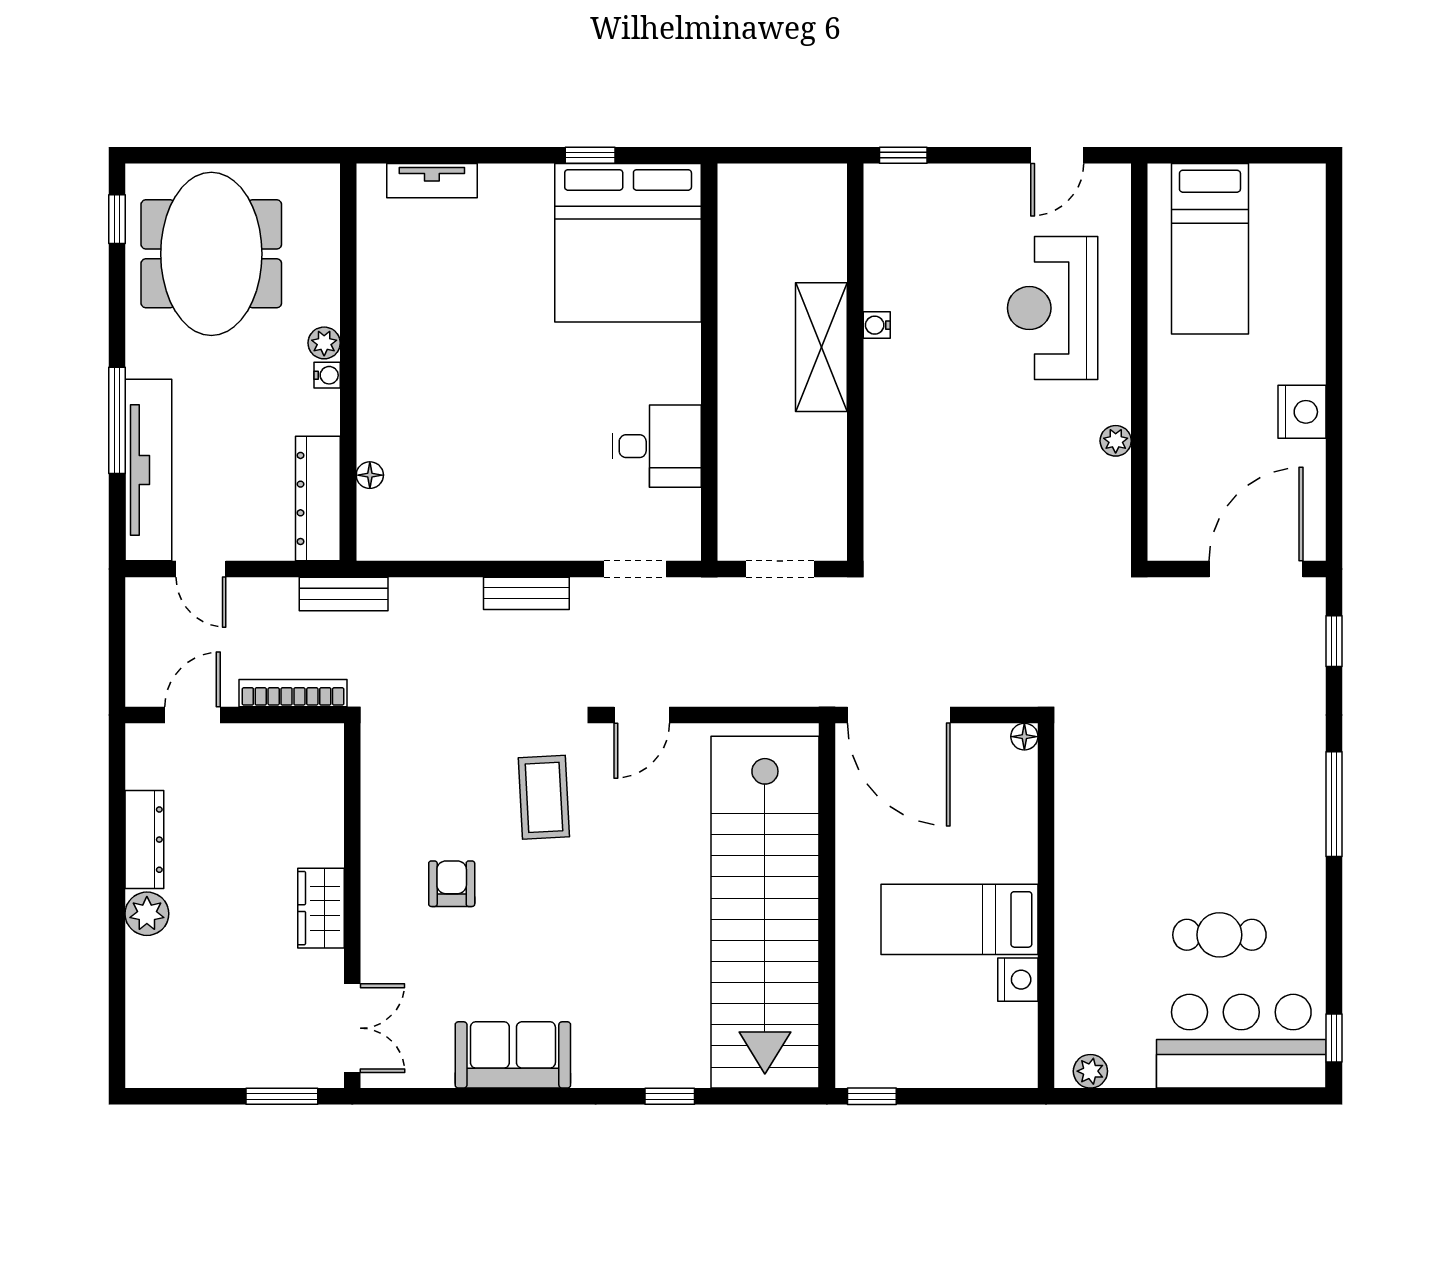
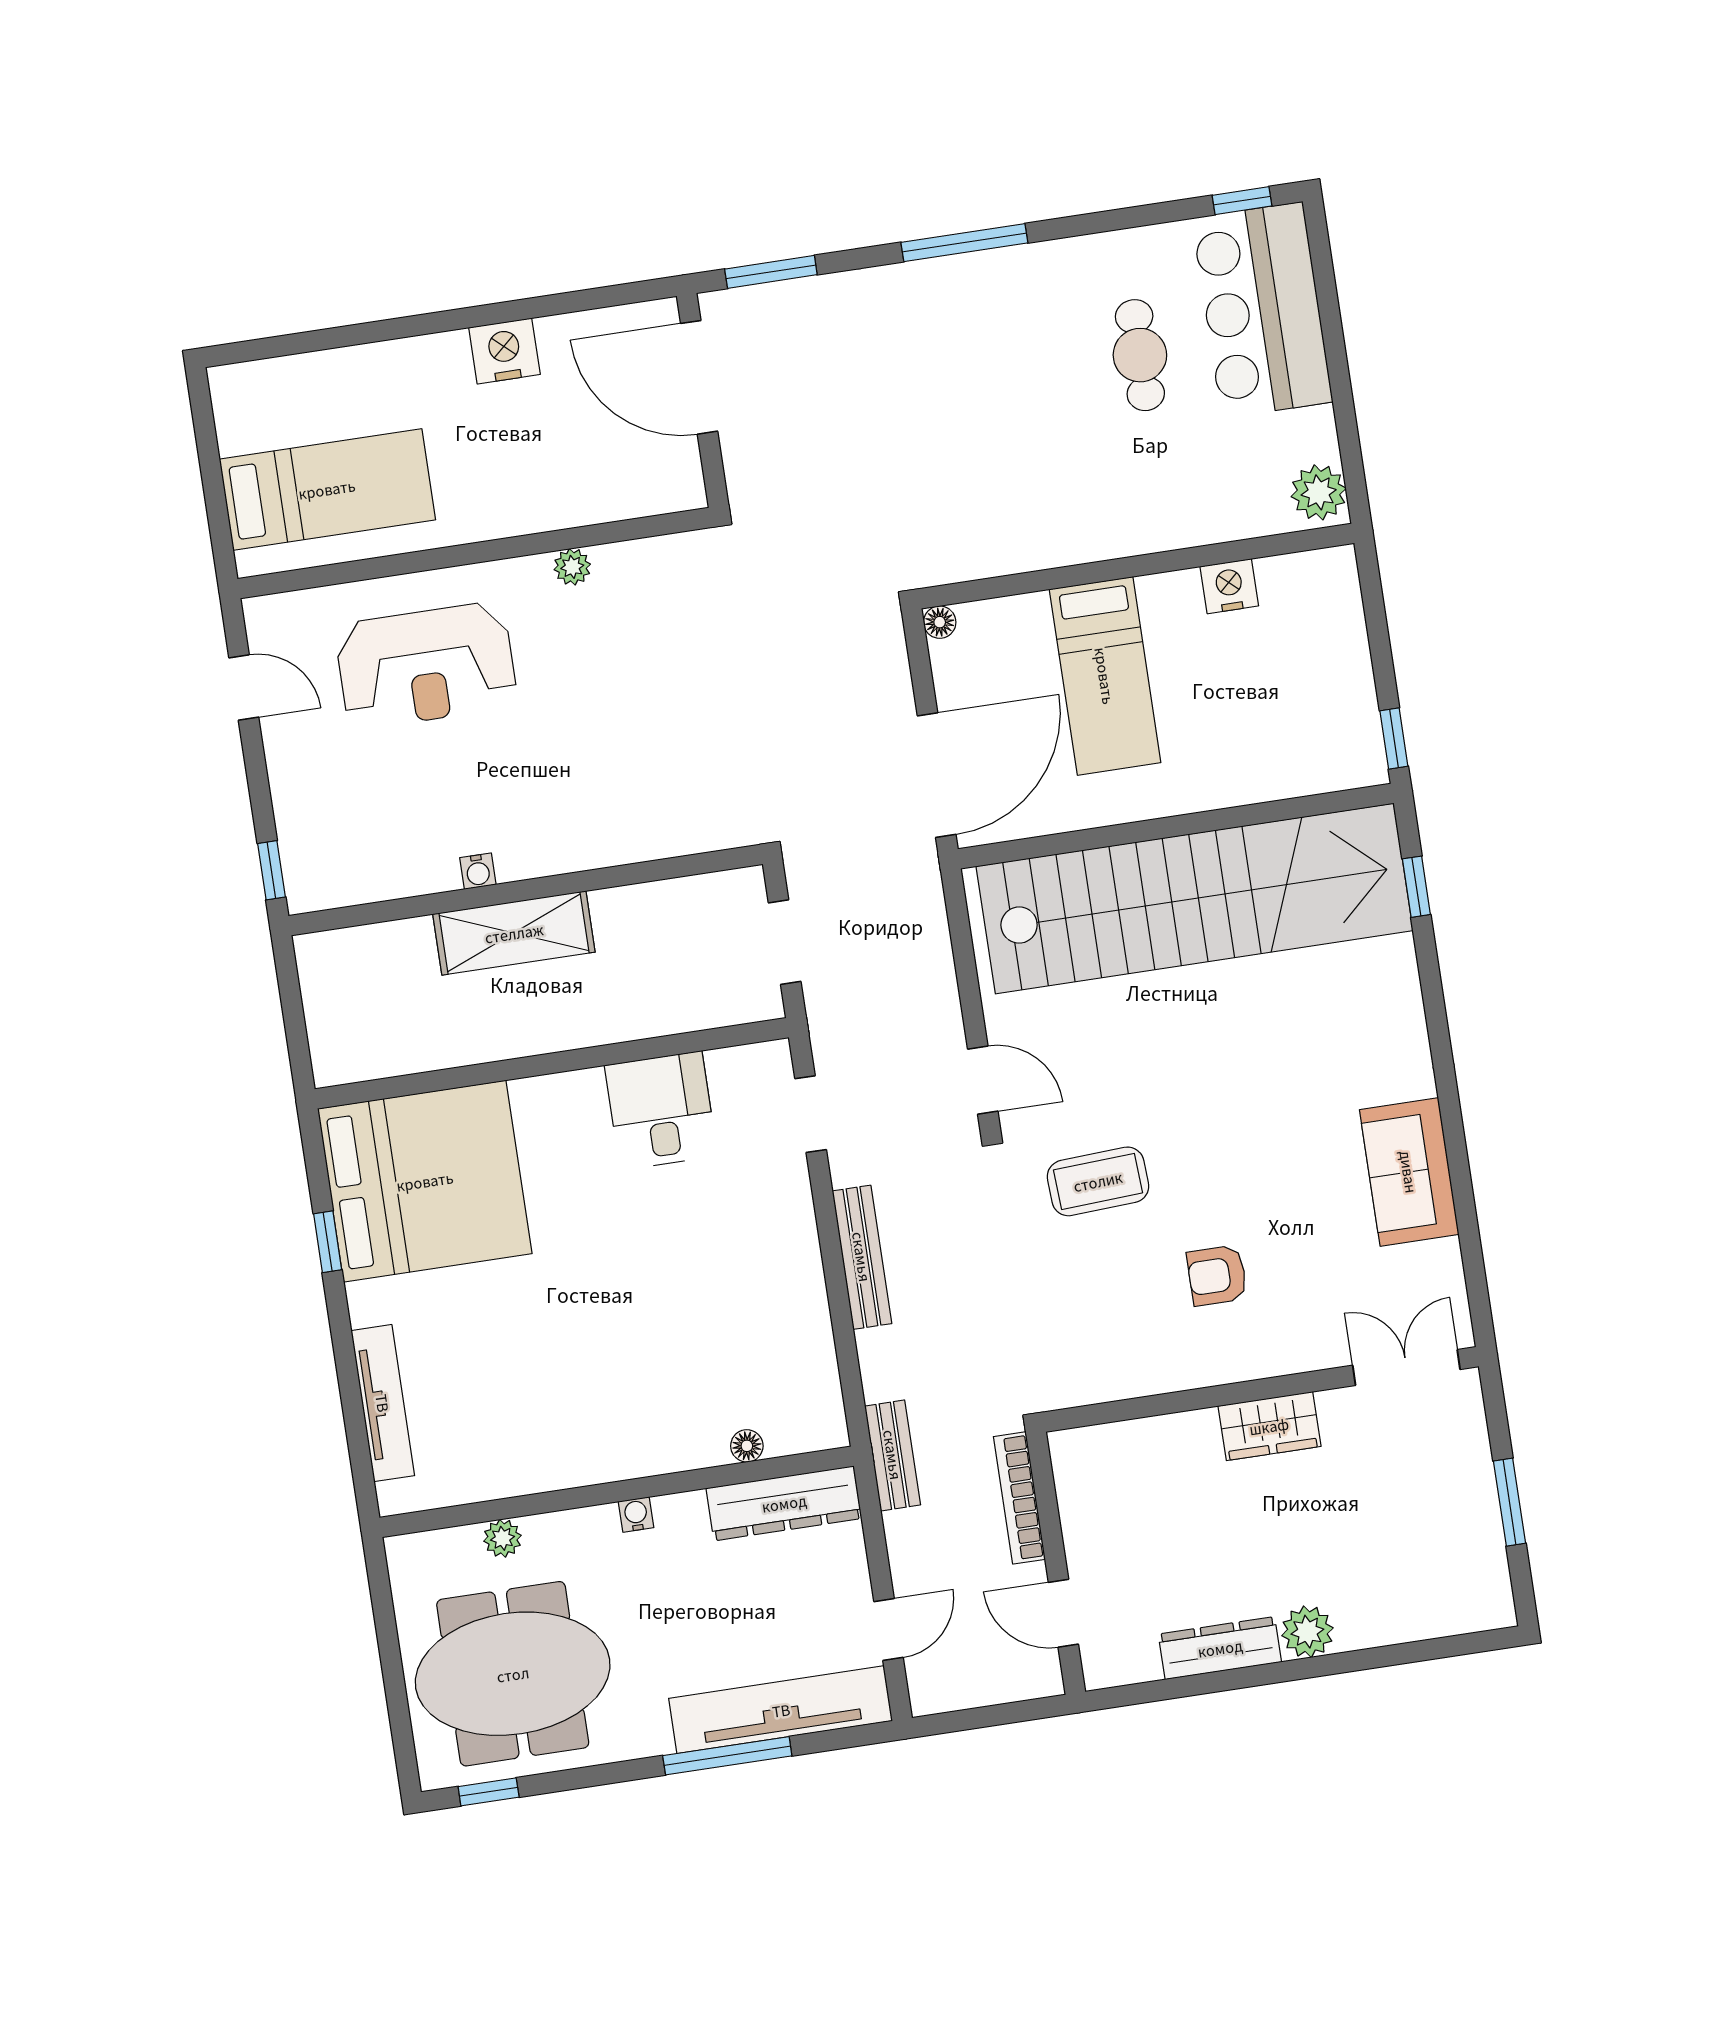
tv unit: (432, 181) -> (383, 1403), width x1.41
plant: (324, 343) -> (502, 1538), moved
bench: (526, 593) -> (862, 1257), width x1.36
window: (1334, 641) -> (771, 272), width x1.50
bed: (959, 919) -> (1105, 676), moved
plant: (1090, 1071) -> (1319, 492), width x1.38, depth x1.38
window: (282, 1096) -> (1509, 1502), moved
window: (670, 1096) -> (1416, 887), moved

